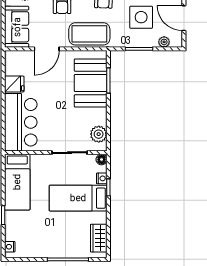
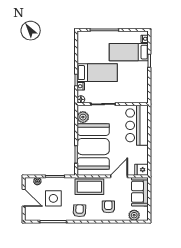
booth: (91, 83) -> (93, 147), width x1.36, depth x1.42
fridge: (14, 84) -> (142, 170), moved
bed: (17, 182) -> (129, 52), moved, turned -90
wardrobe: (99, 238) -> (83, 45), removed

